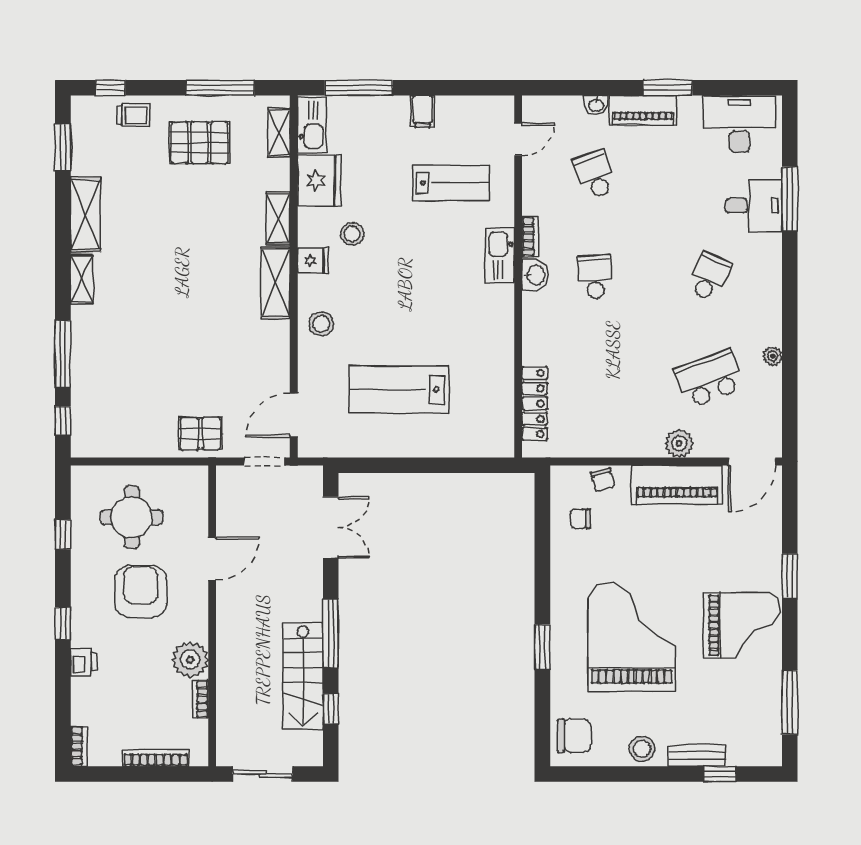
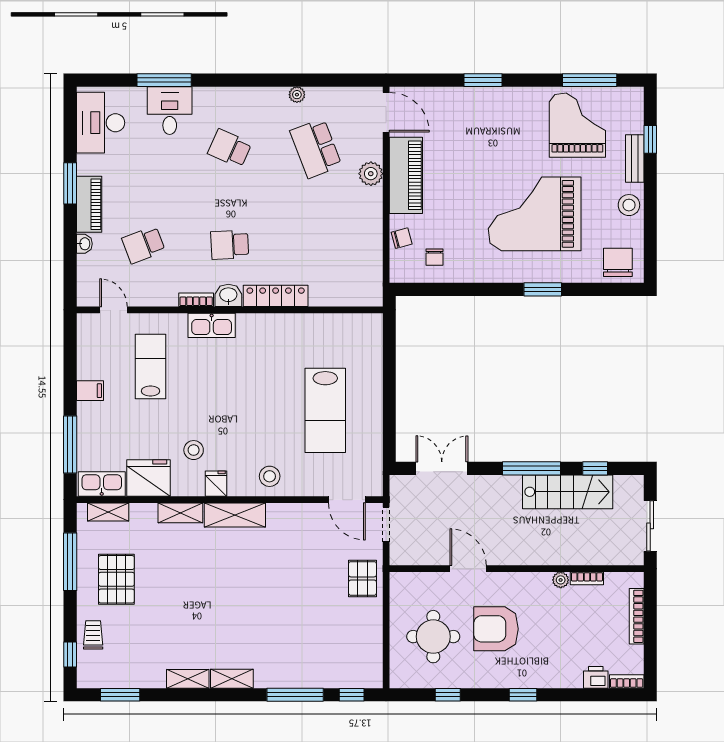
shelving: (86, 215) -> (188, 679), width x0.67, depth x0.75
locker: (535, 404) -> (276, 296), moved
grand piano: (741, 625) -> (577, 125), moved
plant: (190, 659) -> (561, 580), width x0.53, depth x0.53
printer: (83, 662) -> (596, 677), moved

